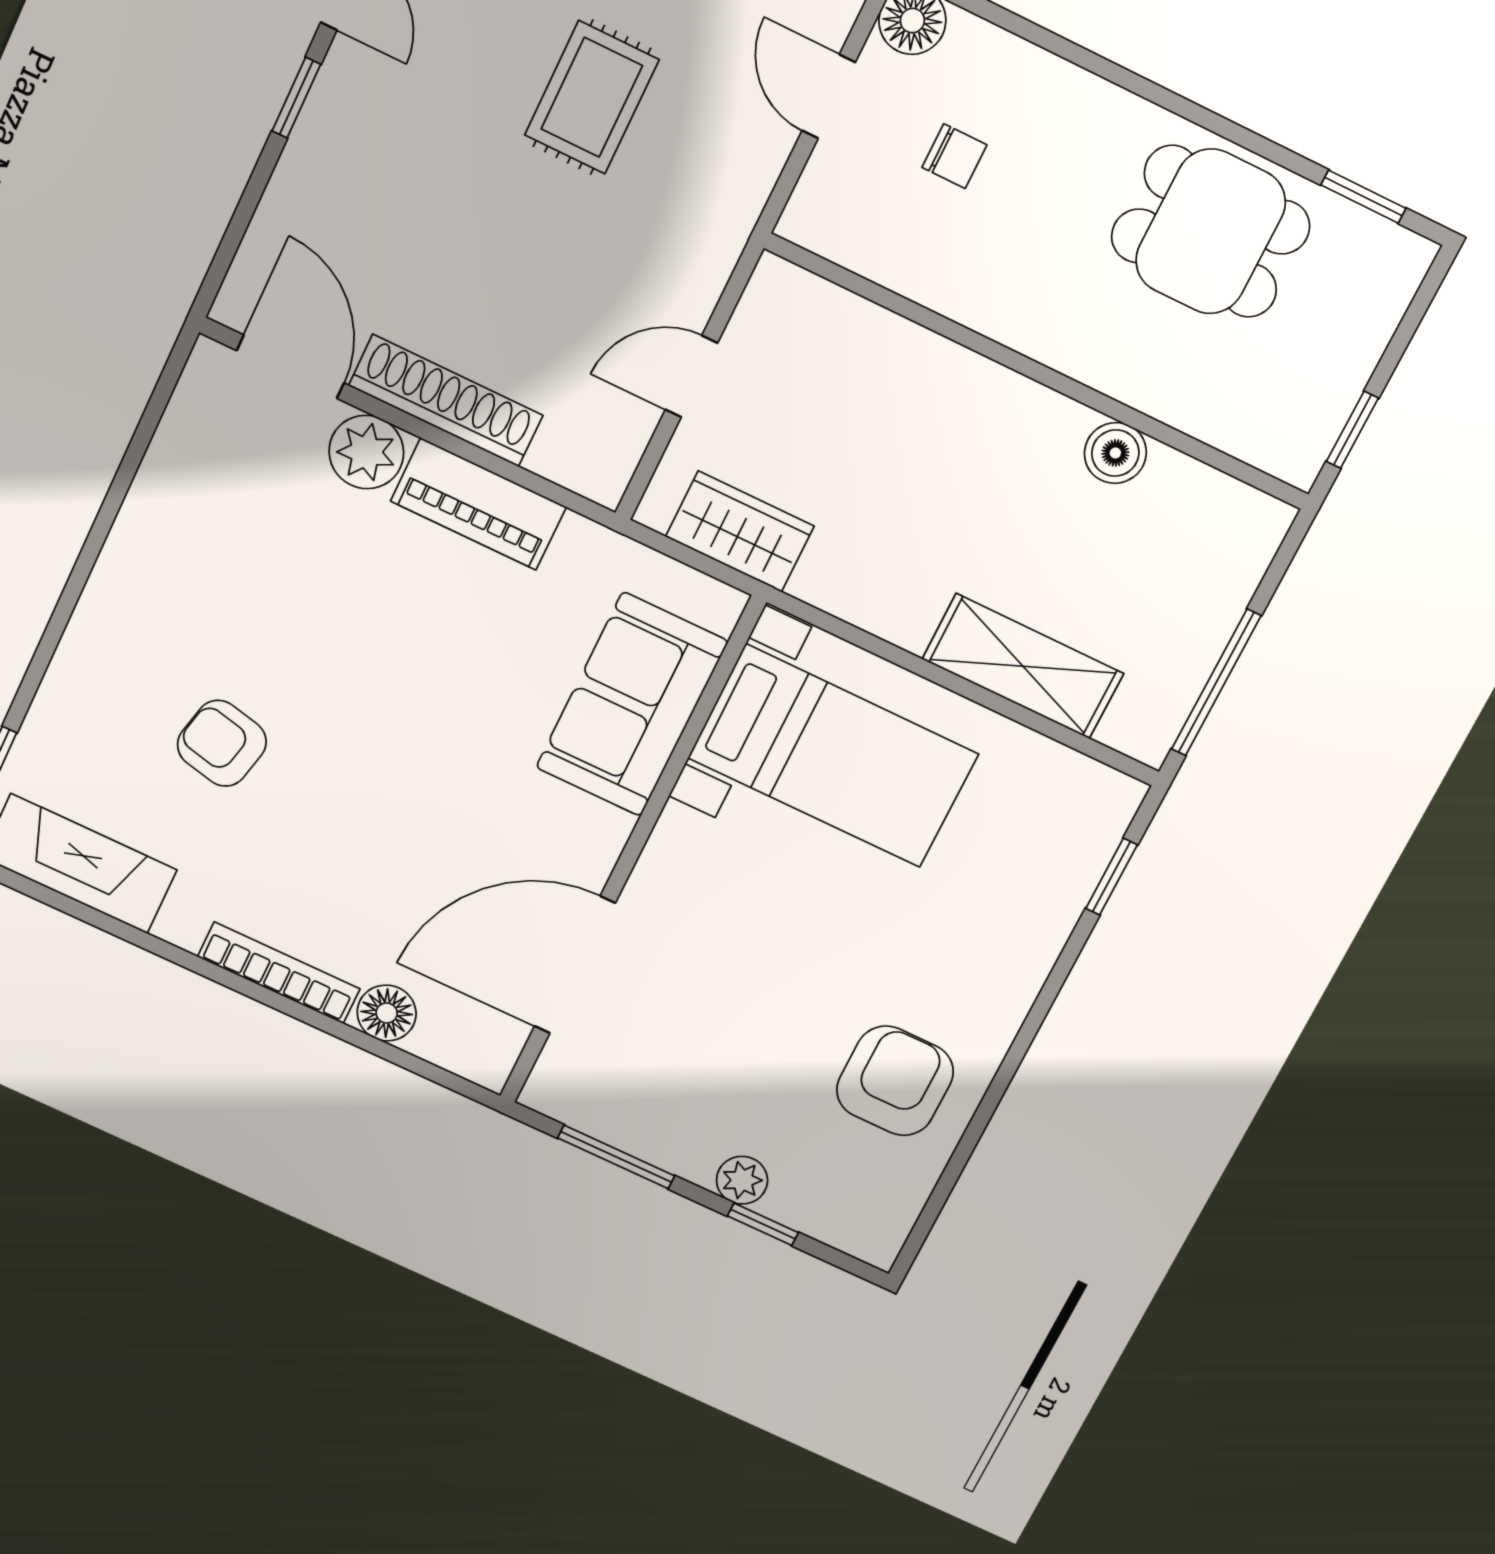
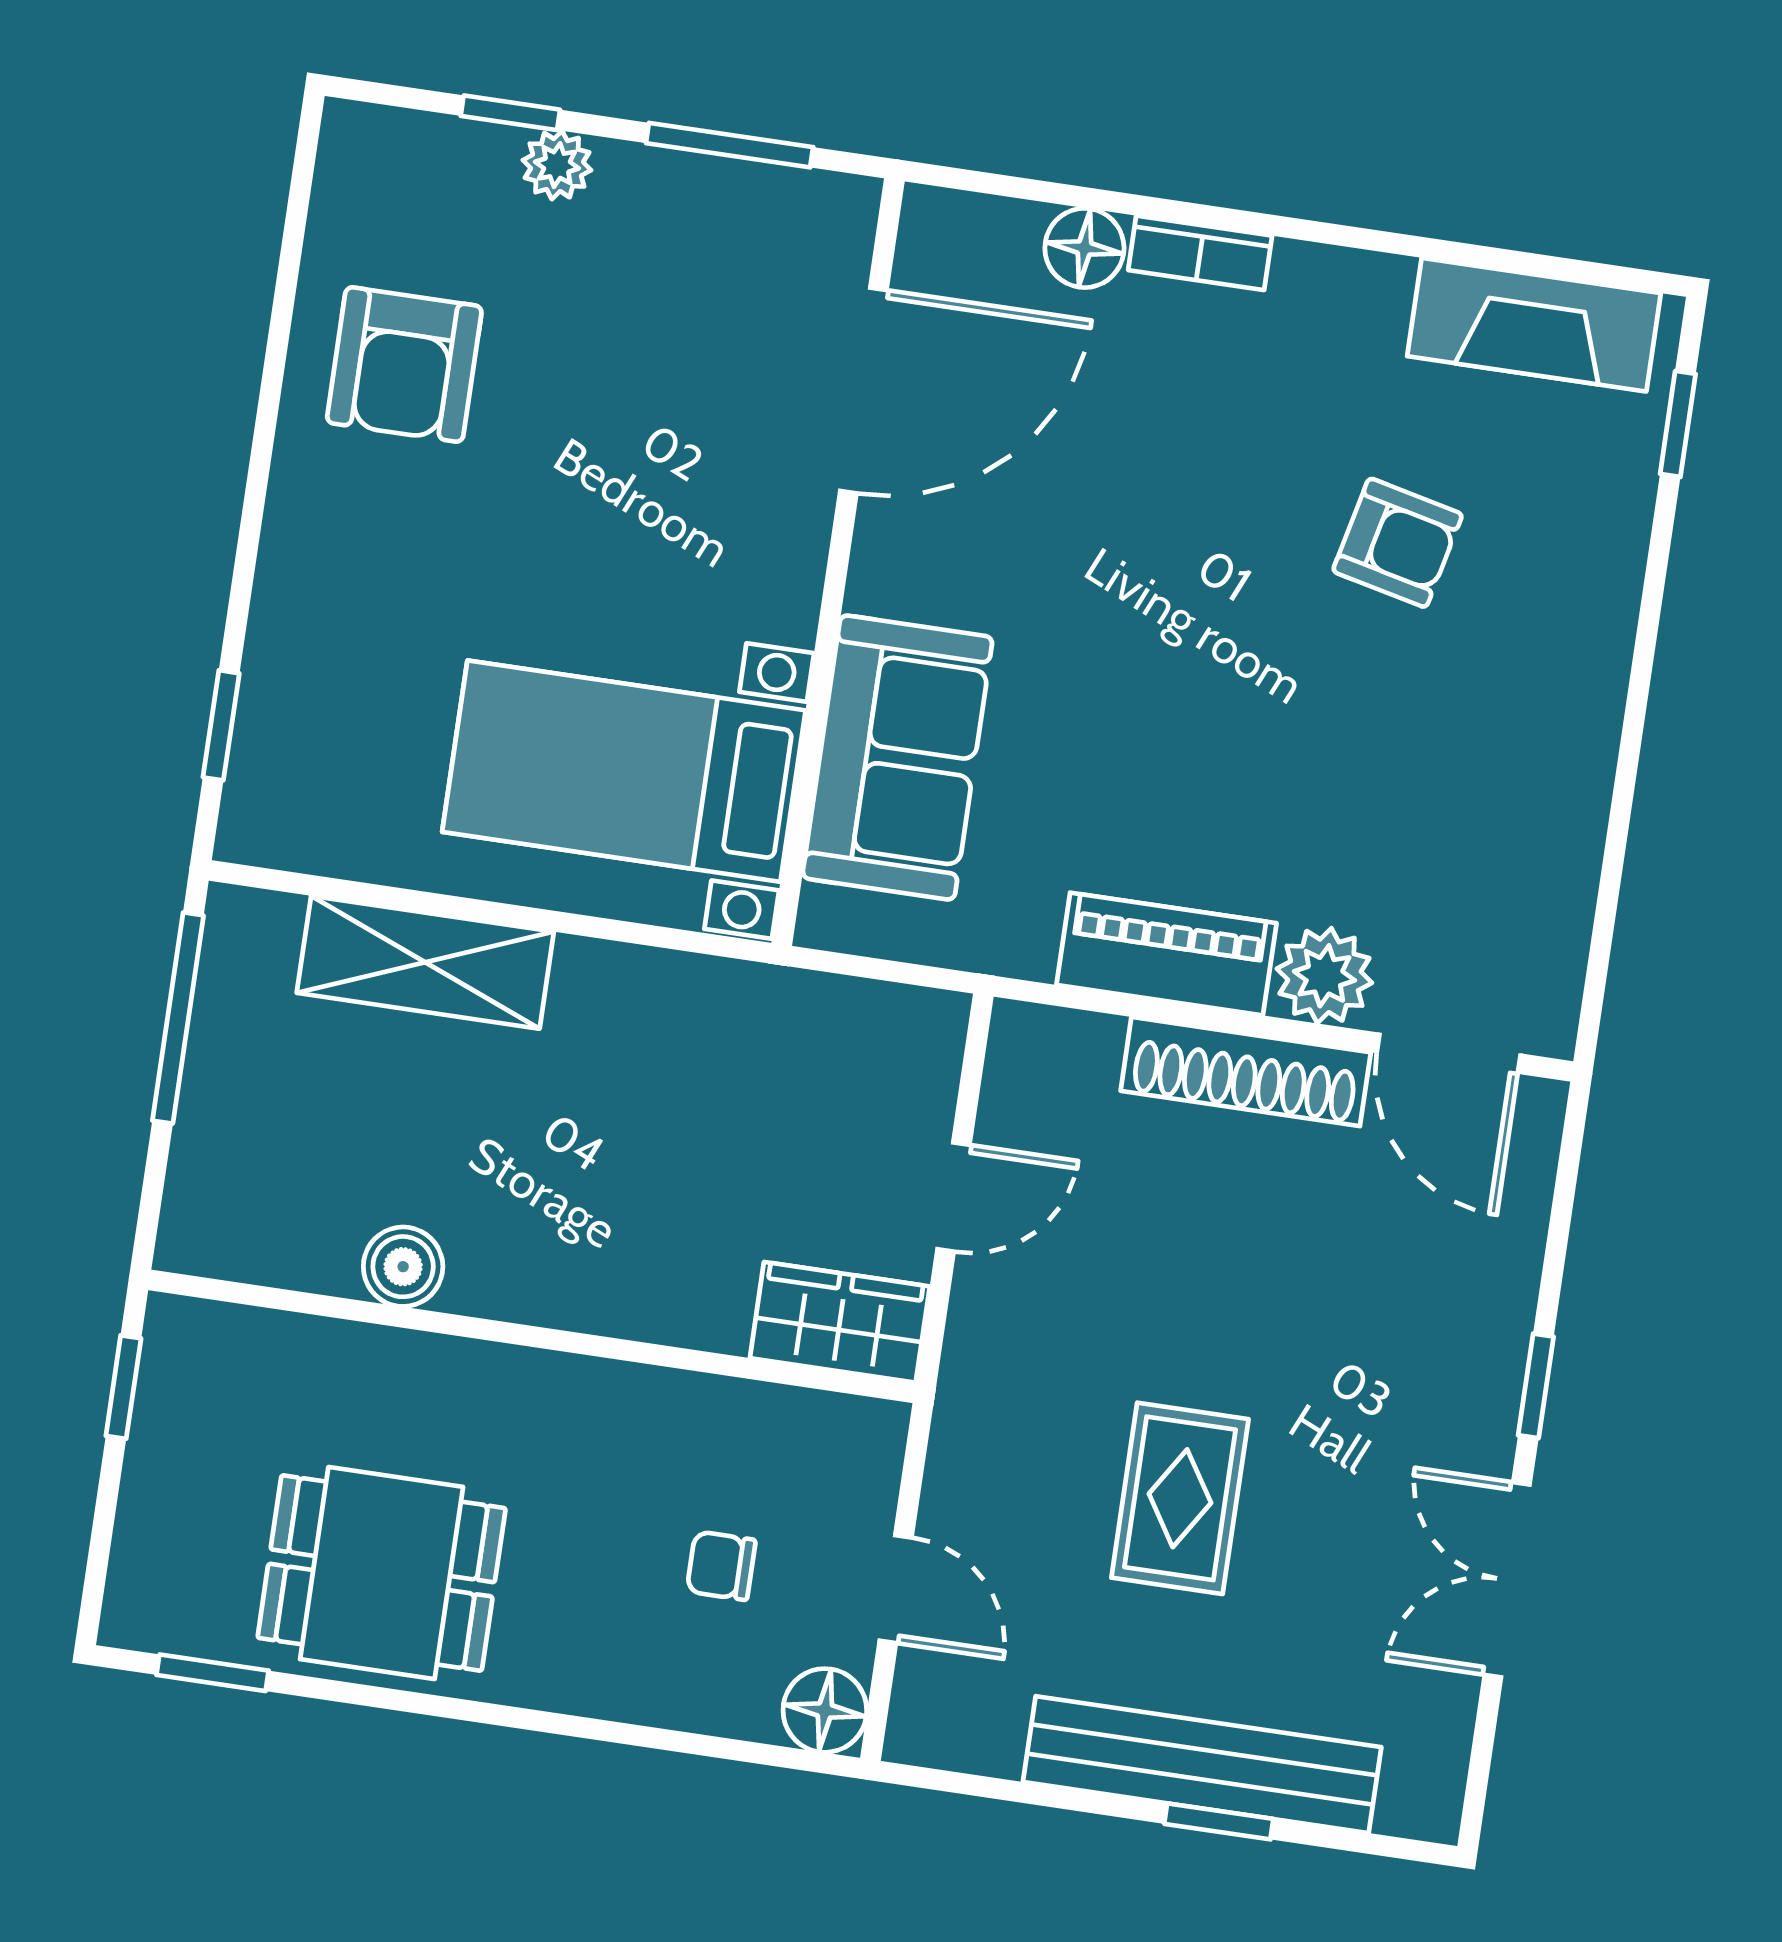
wardrobe: (740, 531) -> (840, 1322), moved, turned 180
bookcase: (279, 973) -> (1200, 253), width x0.64

